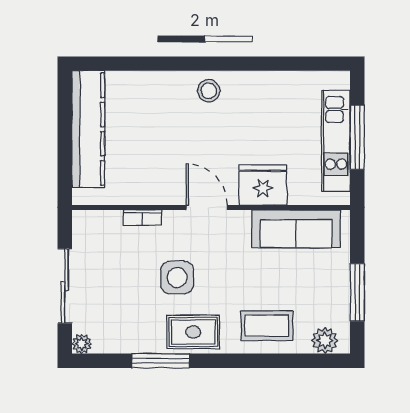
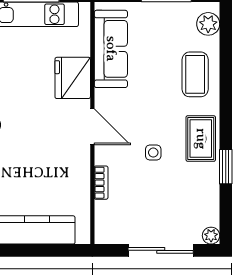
door: (207, 207) -> (92, 127), swing flipped
side table: (177, 277) -> (153, 153), width x0.54, depth x0.54
window: (161, 361) -> (226, 167), width x0.69

